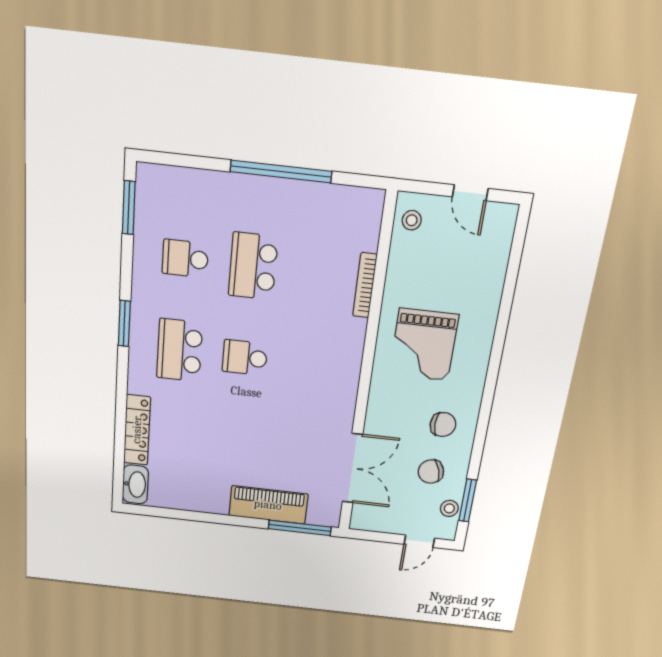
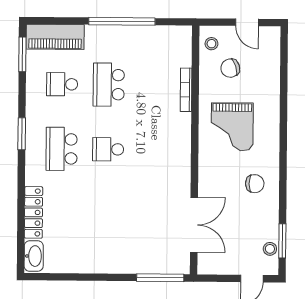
chair: (431, 471) -> (230, 68), moved
piano: (268, 505) -> (55, 37), moved, turned 180

